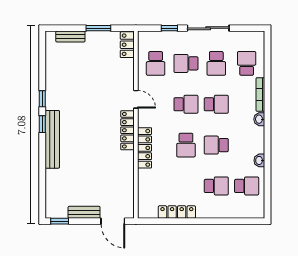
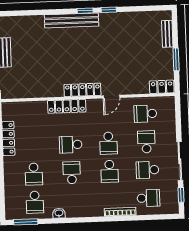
window: (169, 28) -> (181, 195), moved
washbasin: (259, 119) -> (97, 212), removed
window: (267, 197) -> (26, 222), added

